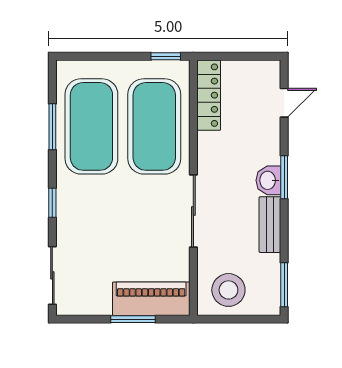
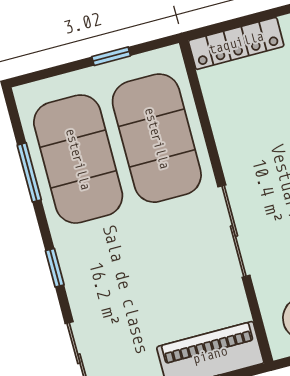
window: (166, 56) -> (111, 56), moved
locker: (209, 95) -> (236, 43), moved, turned 90

